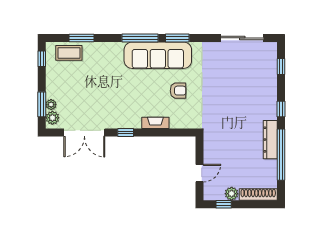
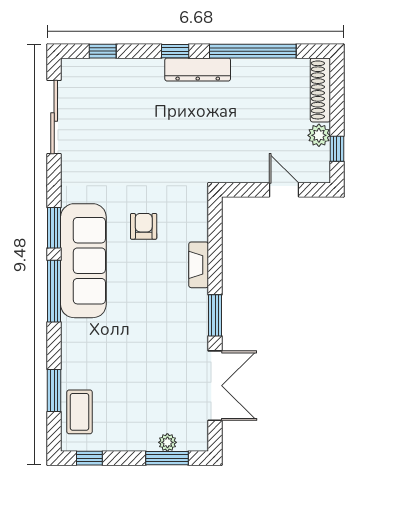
plant: (52, 118) -> (190, 440), removed
window: (126, 133) -> (215, 315), width x1.50
dresser: (270, 140) -> (198, 69), moved

